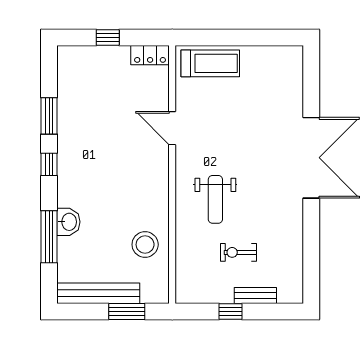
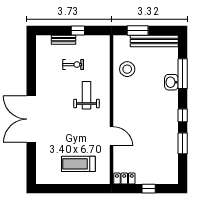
treadmill: (210, 63) -> (78, 164), moved

